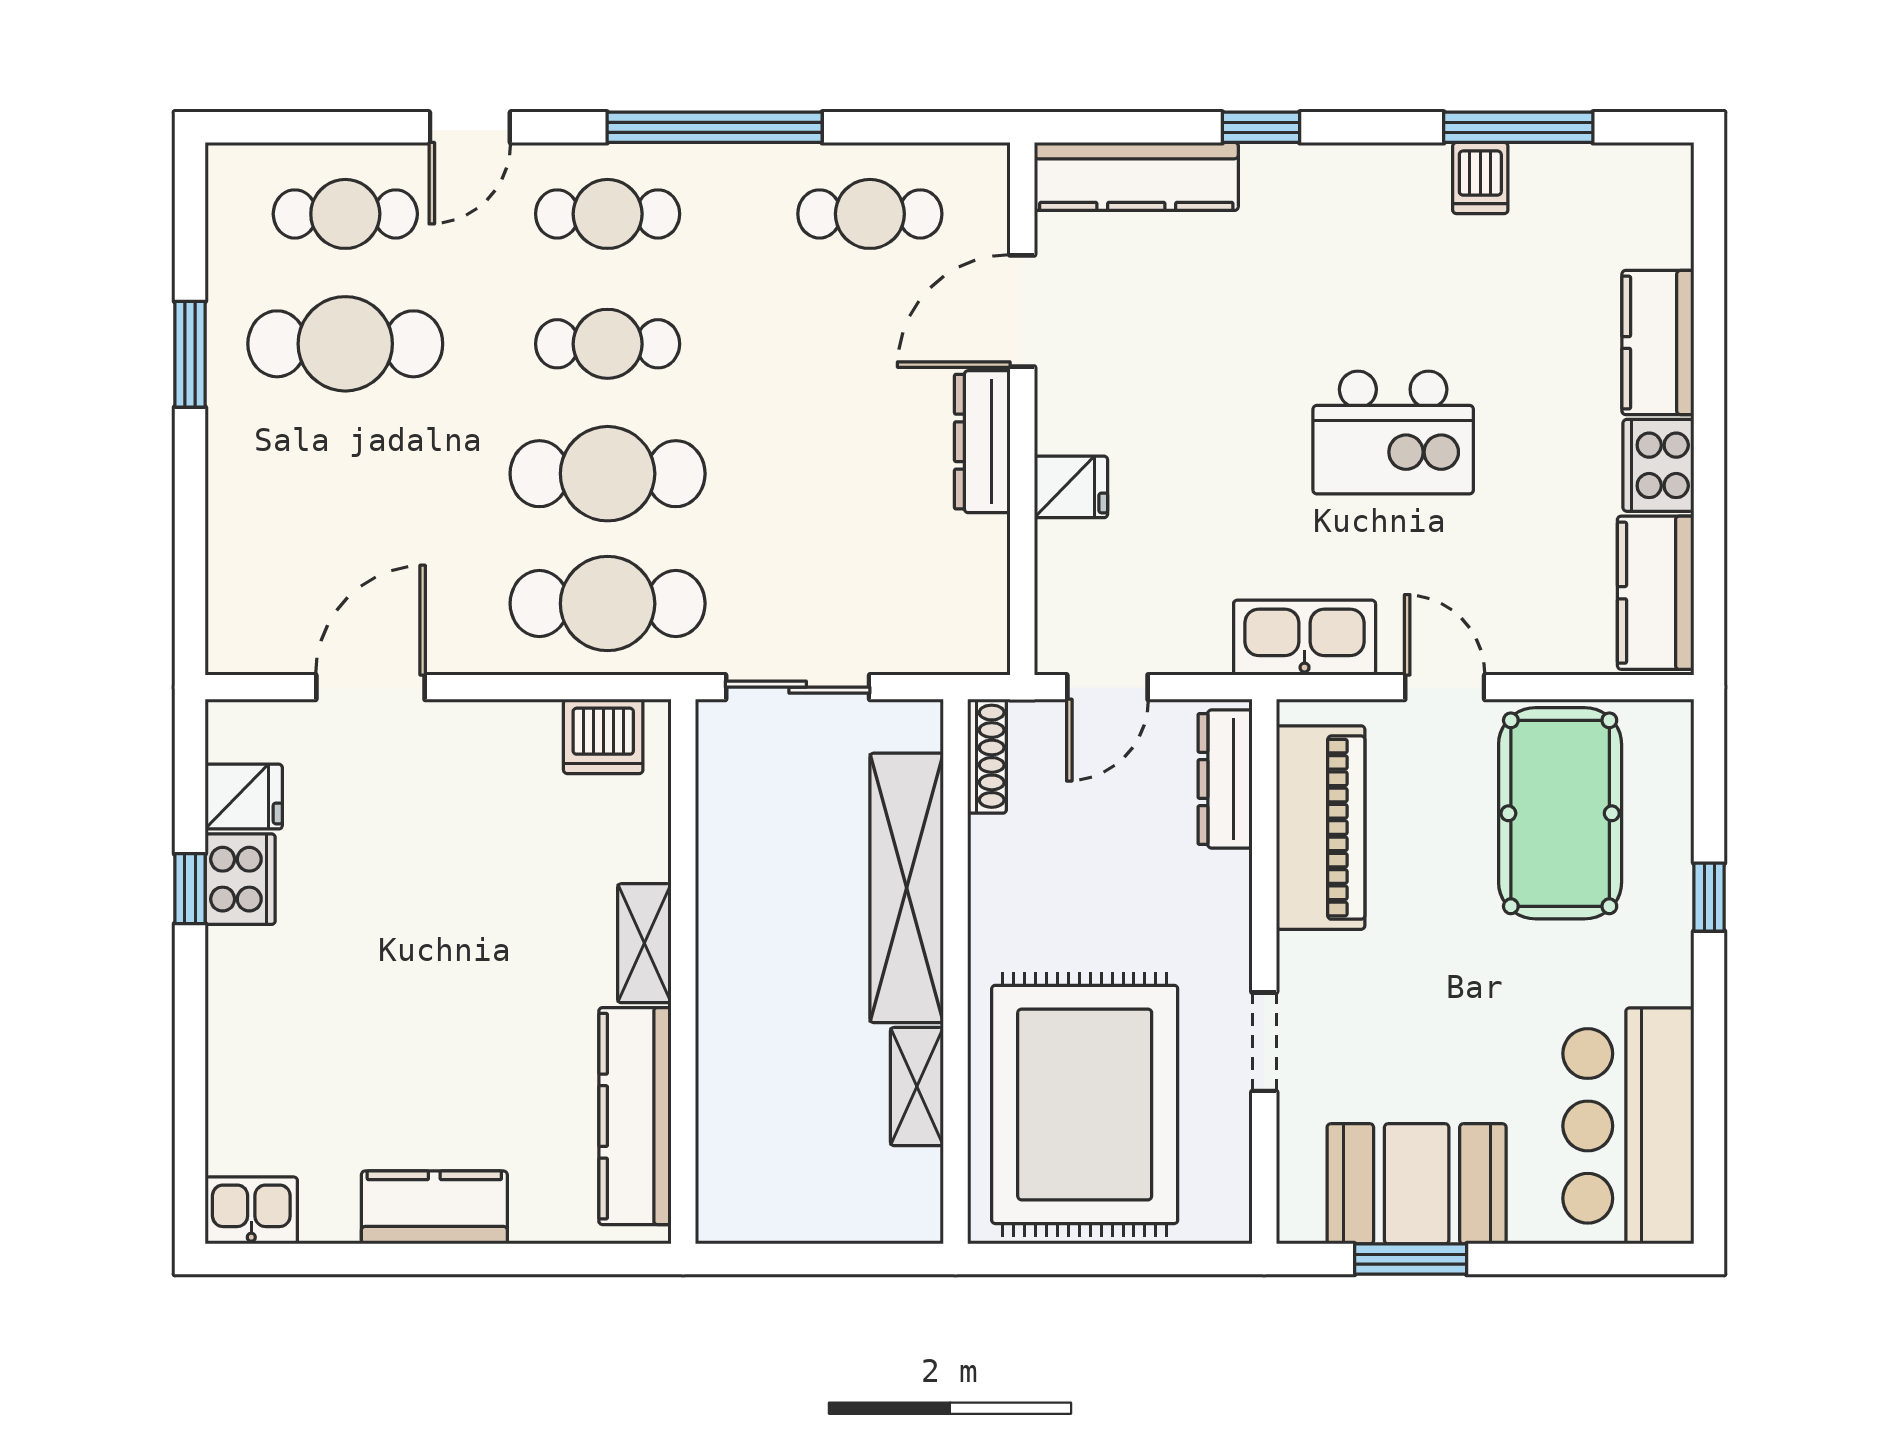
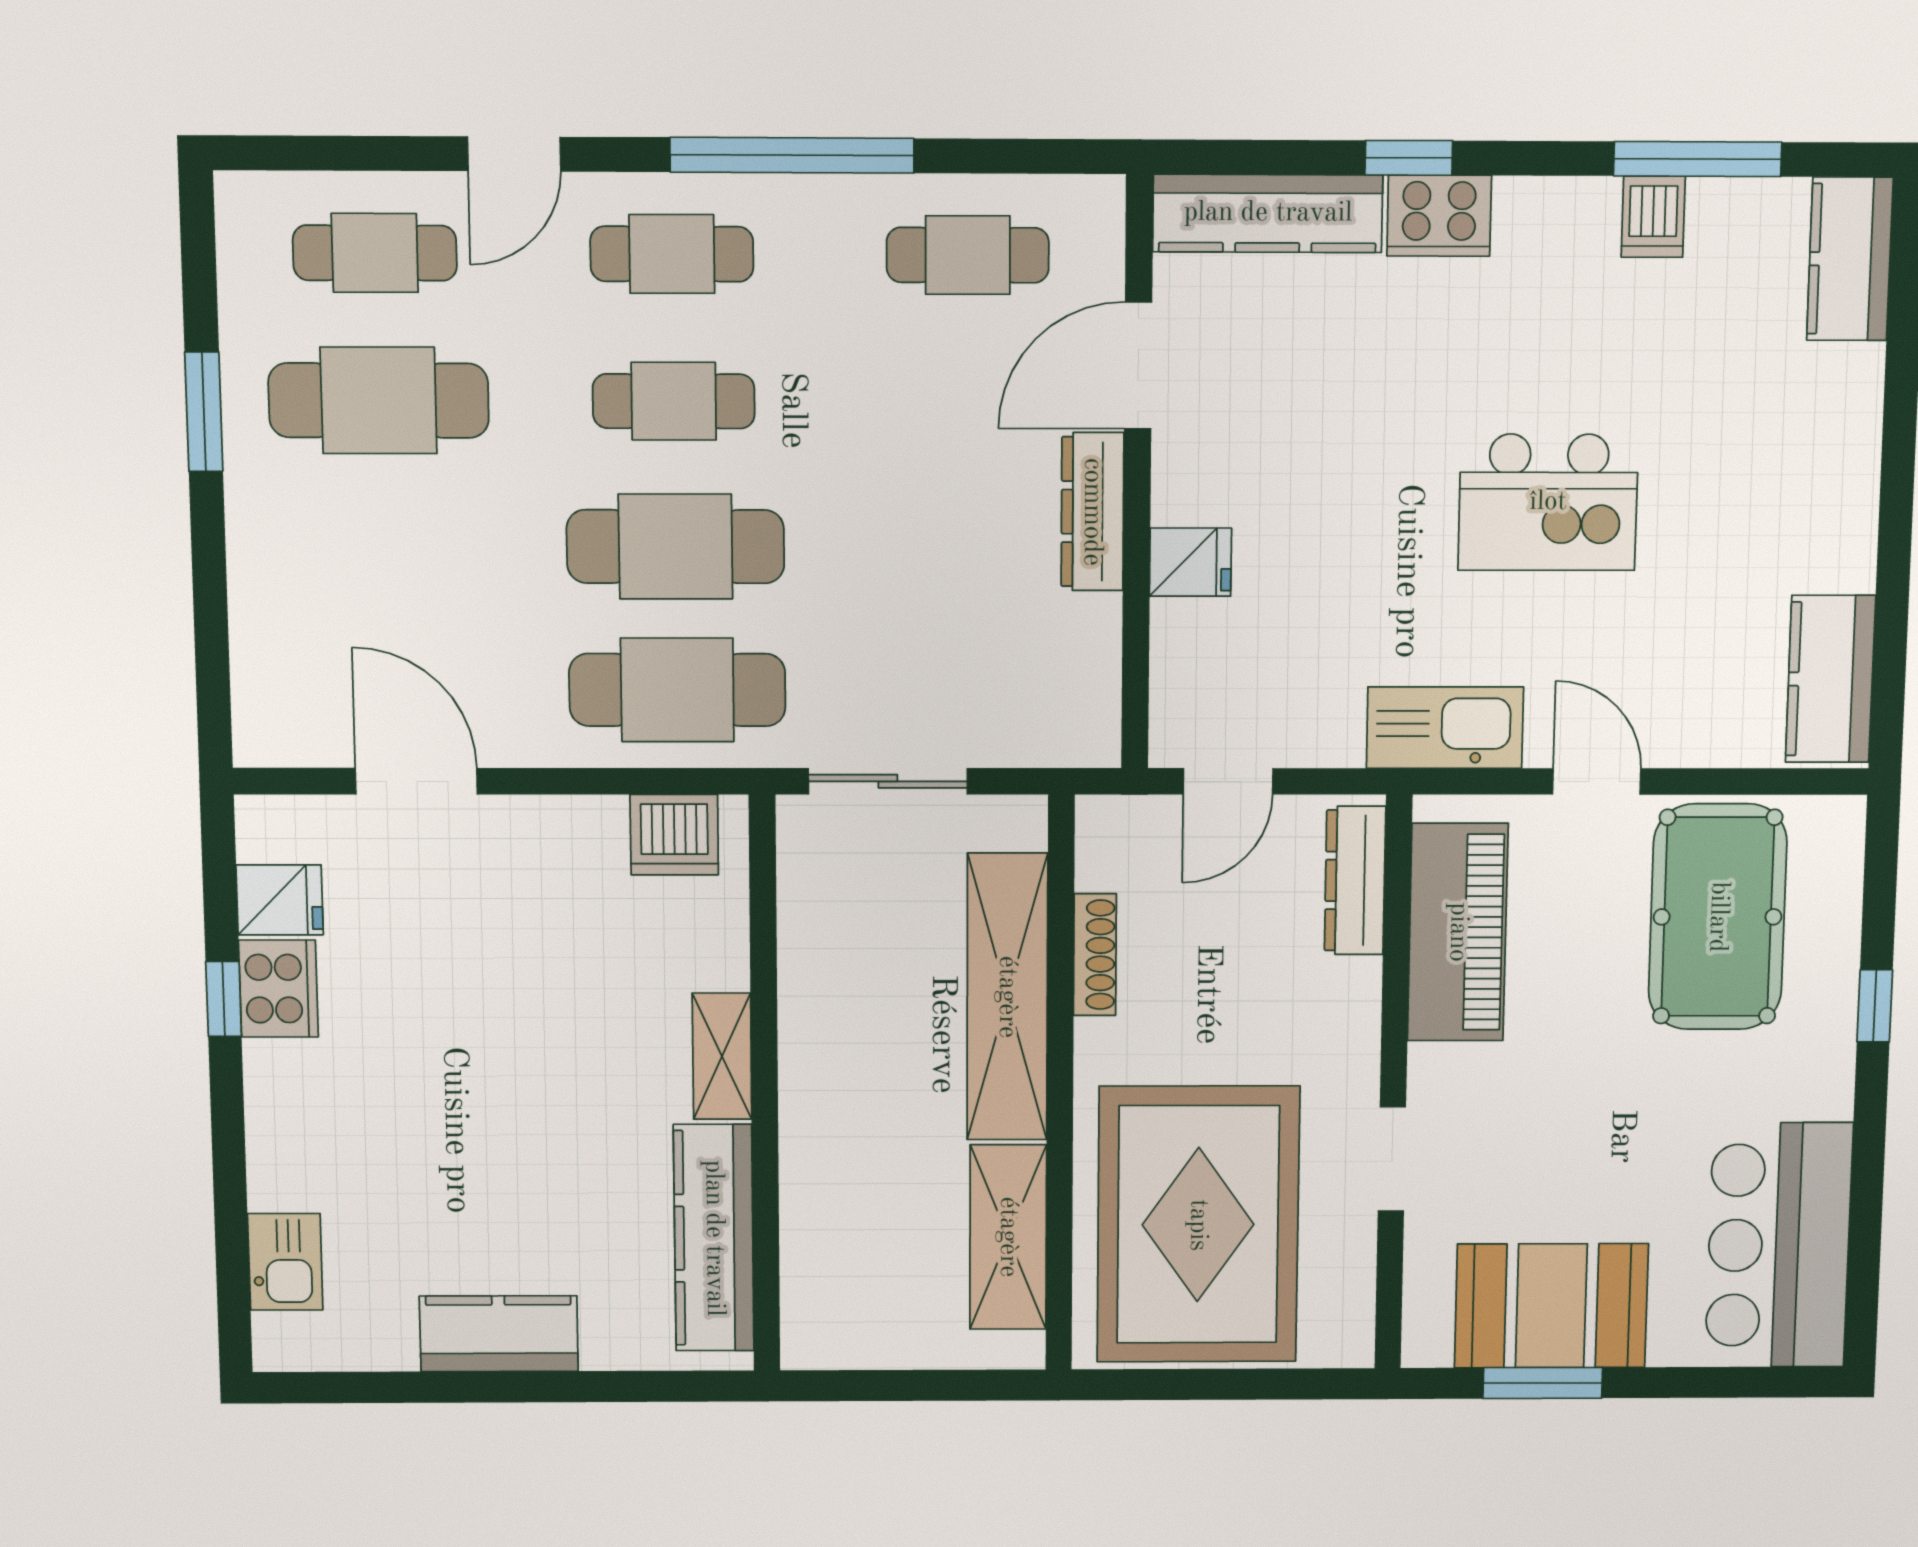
kitchen counter: (1658, 343) -> (1850, 259), moved
cooker: (1658, 465) -> (1439, 216), moved, turned -90
door: (370, 687) -> (416, 781), hinge flipped
shoe rack: (987, 756) -> (1095, 955), moved
shelving: (917, 1087) -> (1008, 1237), width x1.50, depth x1.33
kitchen sink: (251, 1210) -> (285, 1262), moved, turned 90

